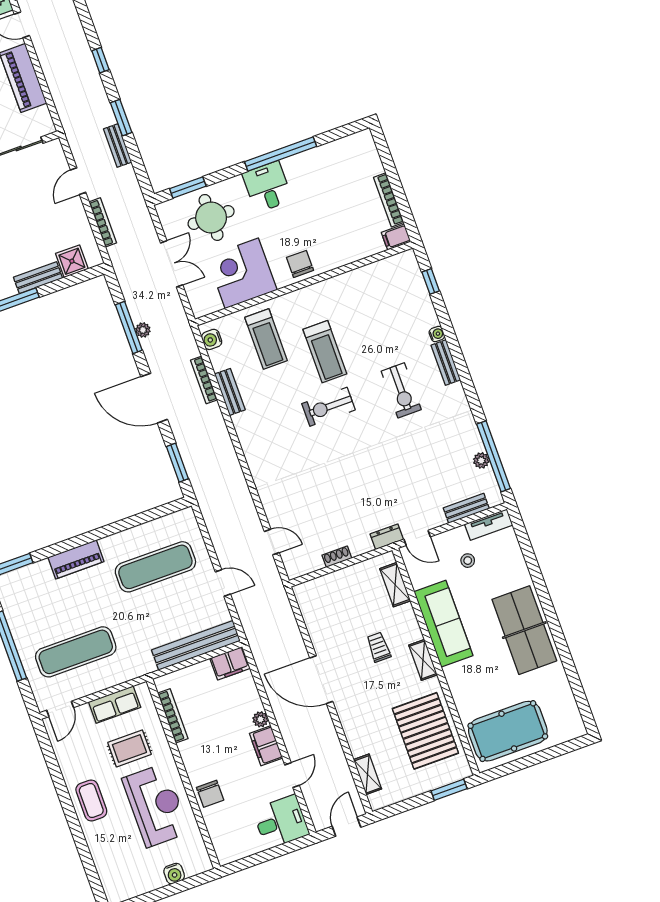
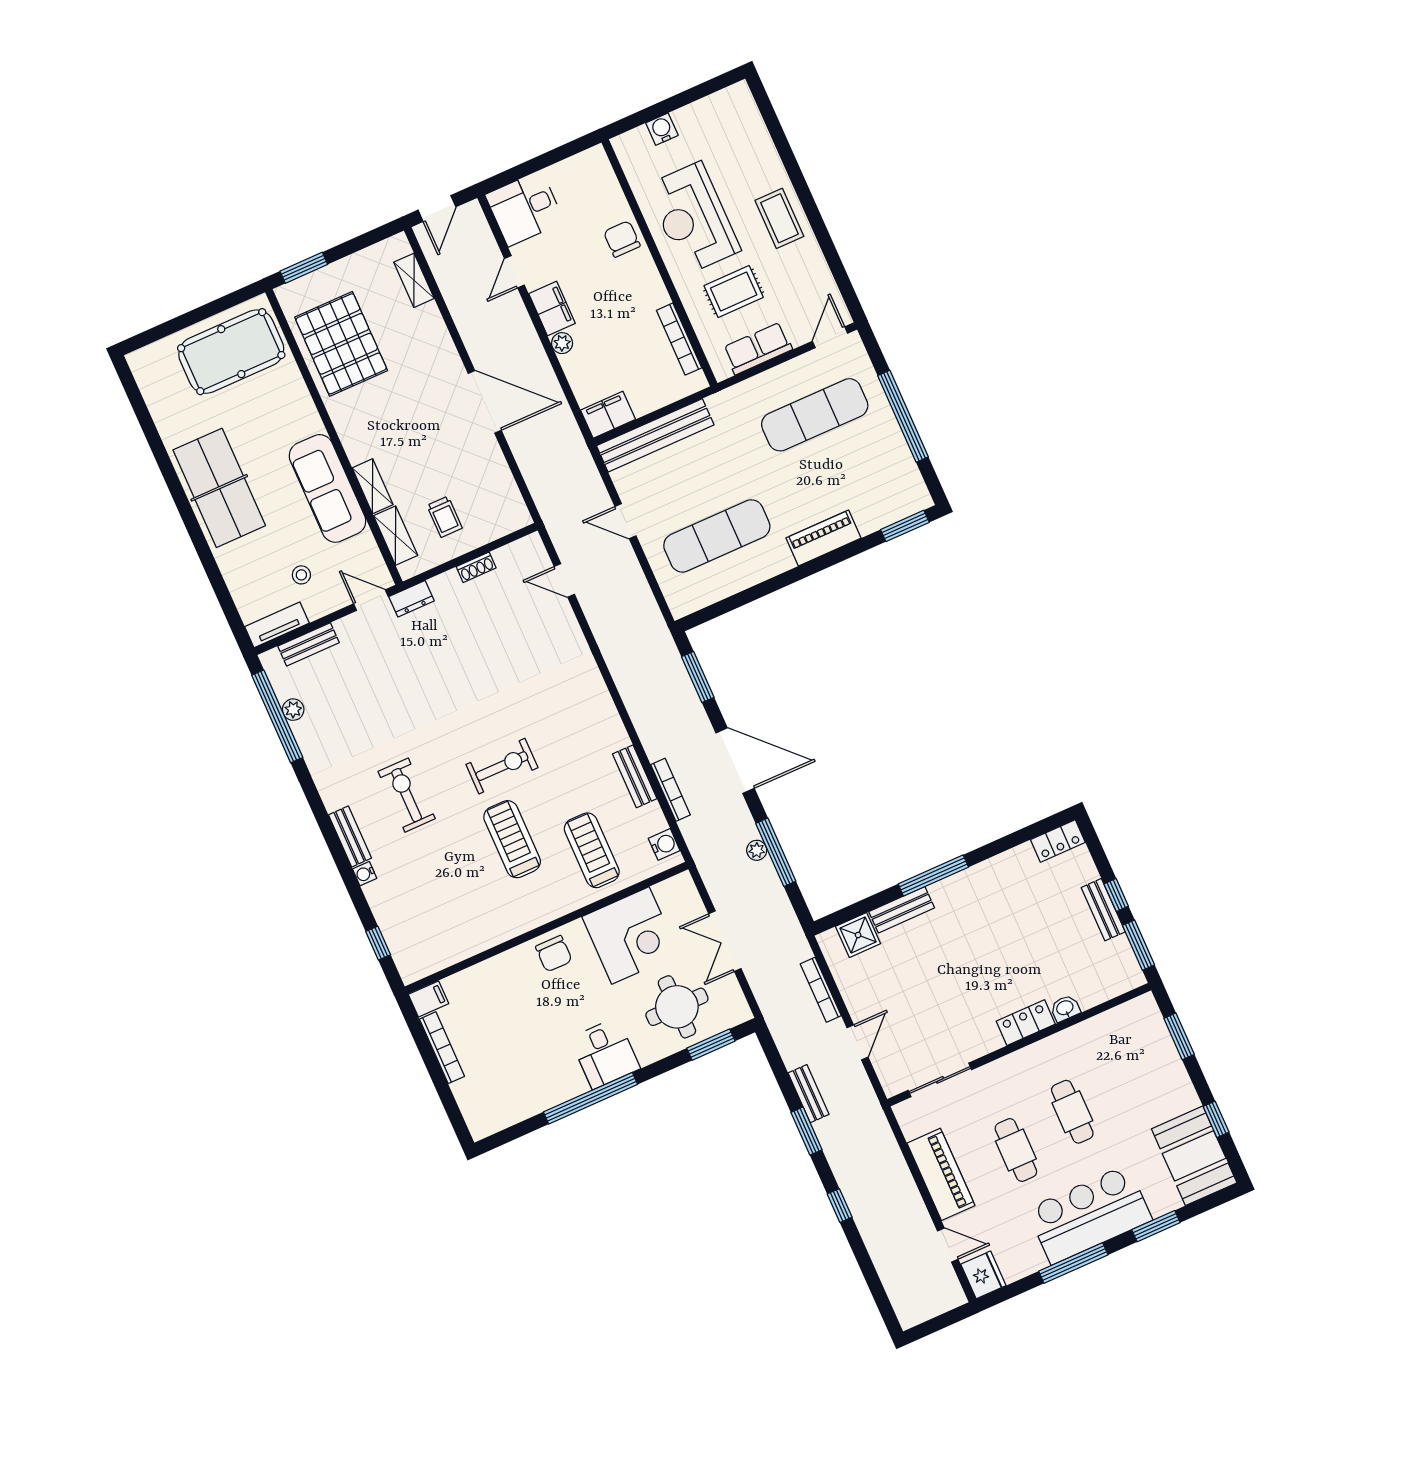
trolley: (379, 647) -> (445, 517), moved
shelving: (423, 660) -> (373, 486), moved

